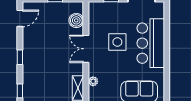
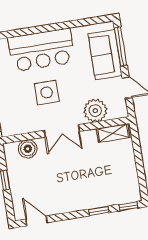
window: (20, 57) -> (99, 211), moved
plant: (93, 81) -> (95, 111), width x1.87, depth x1.87

